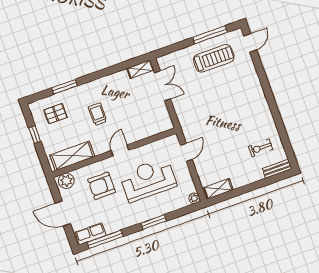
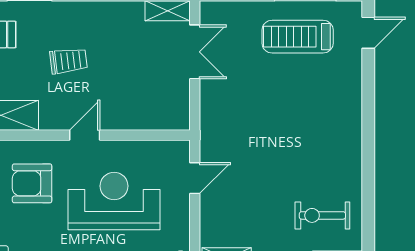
treadmill: (214, 58) -> (298, 37), turned 180
trolley: (98, 114) -> (69, 61), turned 83
exercise bike: (261, 148) -> (322, 215), width x1.38, depth x1.39

